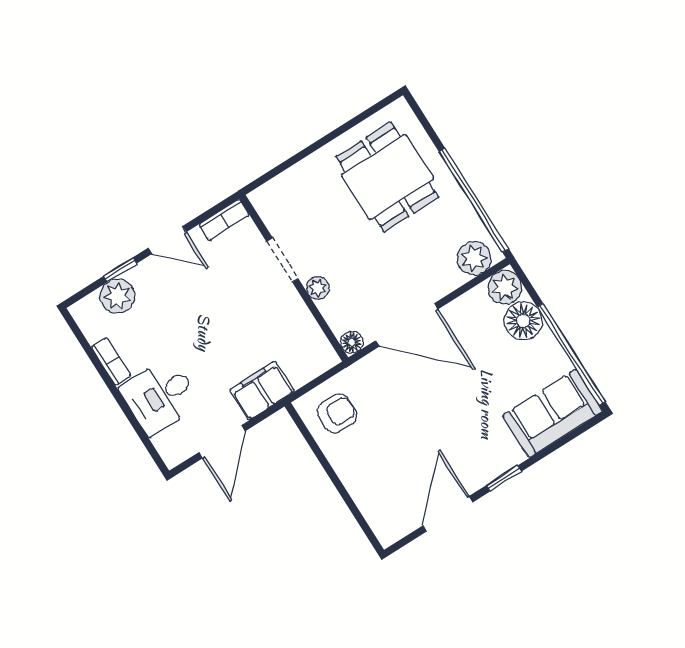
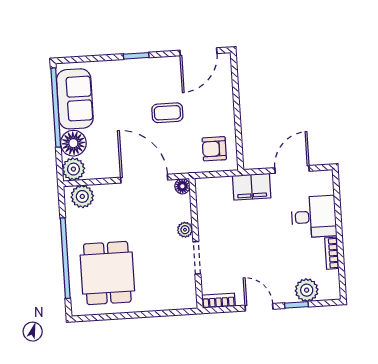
window: (474, 200) -> (65, 258), moved
sofa: (552, 413) -> (75, 99), moved, turned -90
coffee table: (423, 427) -> (167, 113), added
door: (448, 514) -> (198, 52), moved

